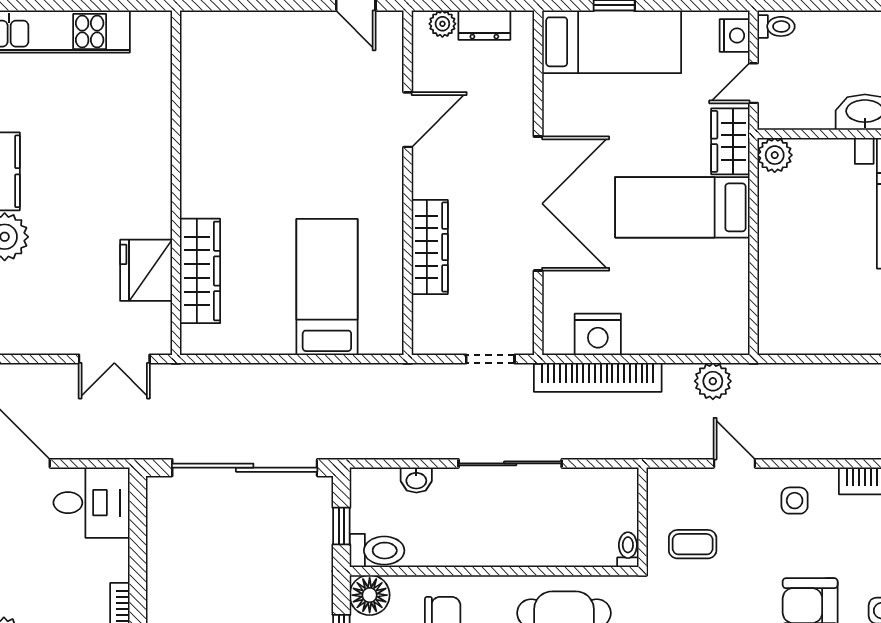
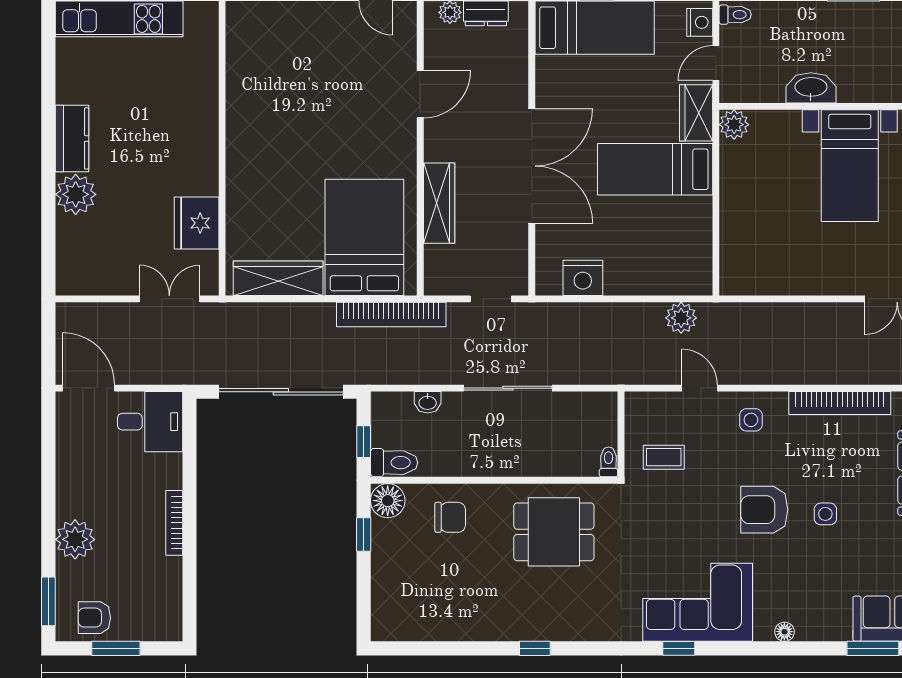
wardrobe: (200, 271) -> (278, 278), moved, turned -90
bed: (327, 287) -> (364, 237), width x1.50
double door: (114, 359) -> (169, 299), swing flipped
bookcase: (598, 377) -> (391, 315), moved

